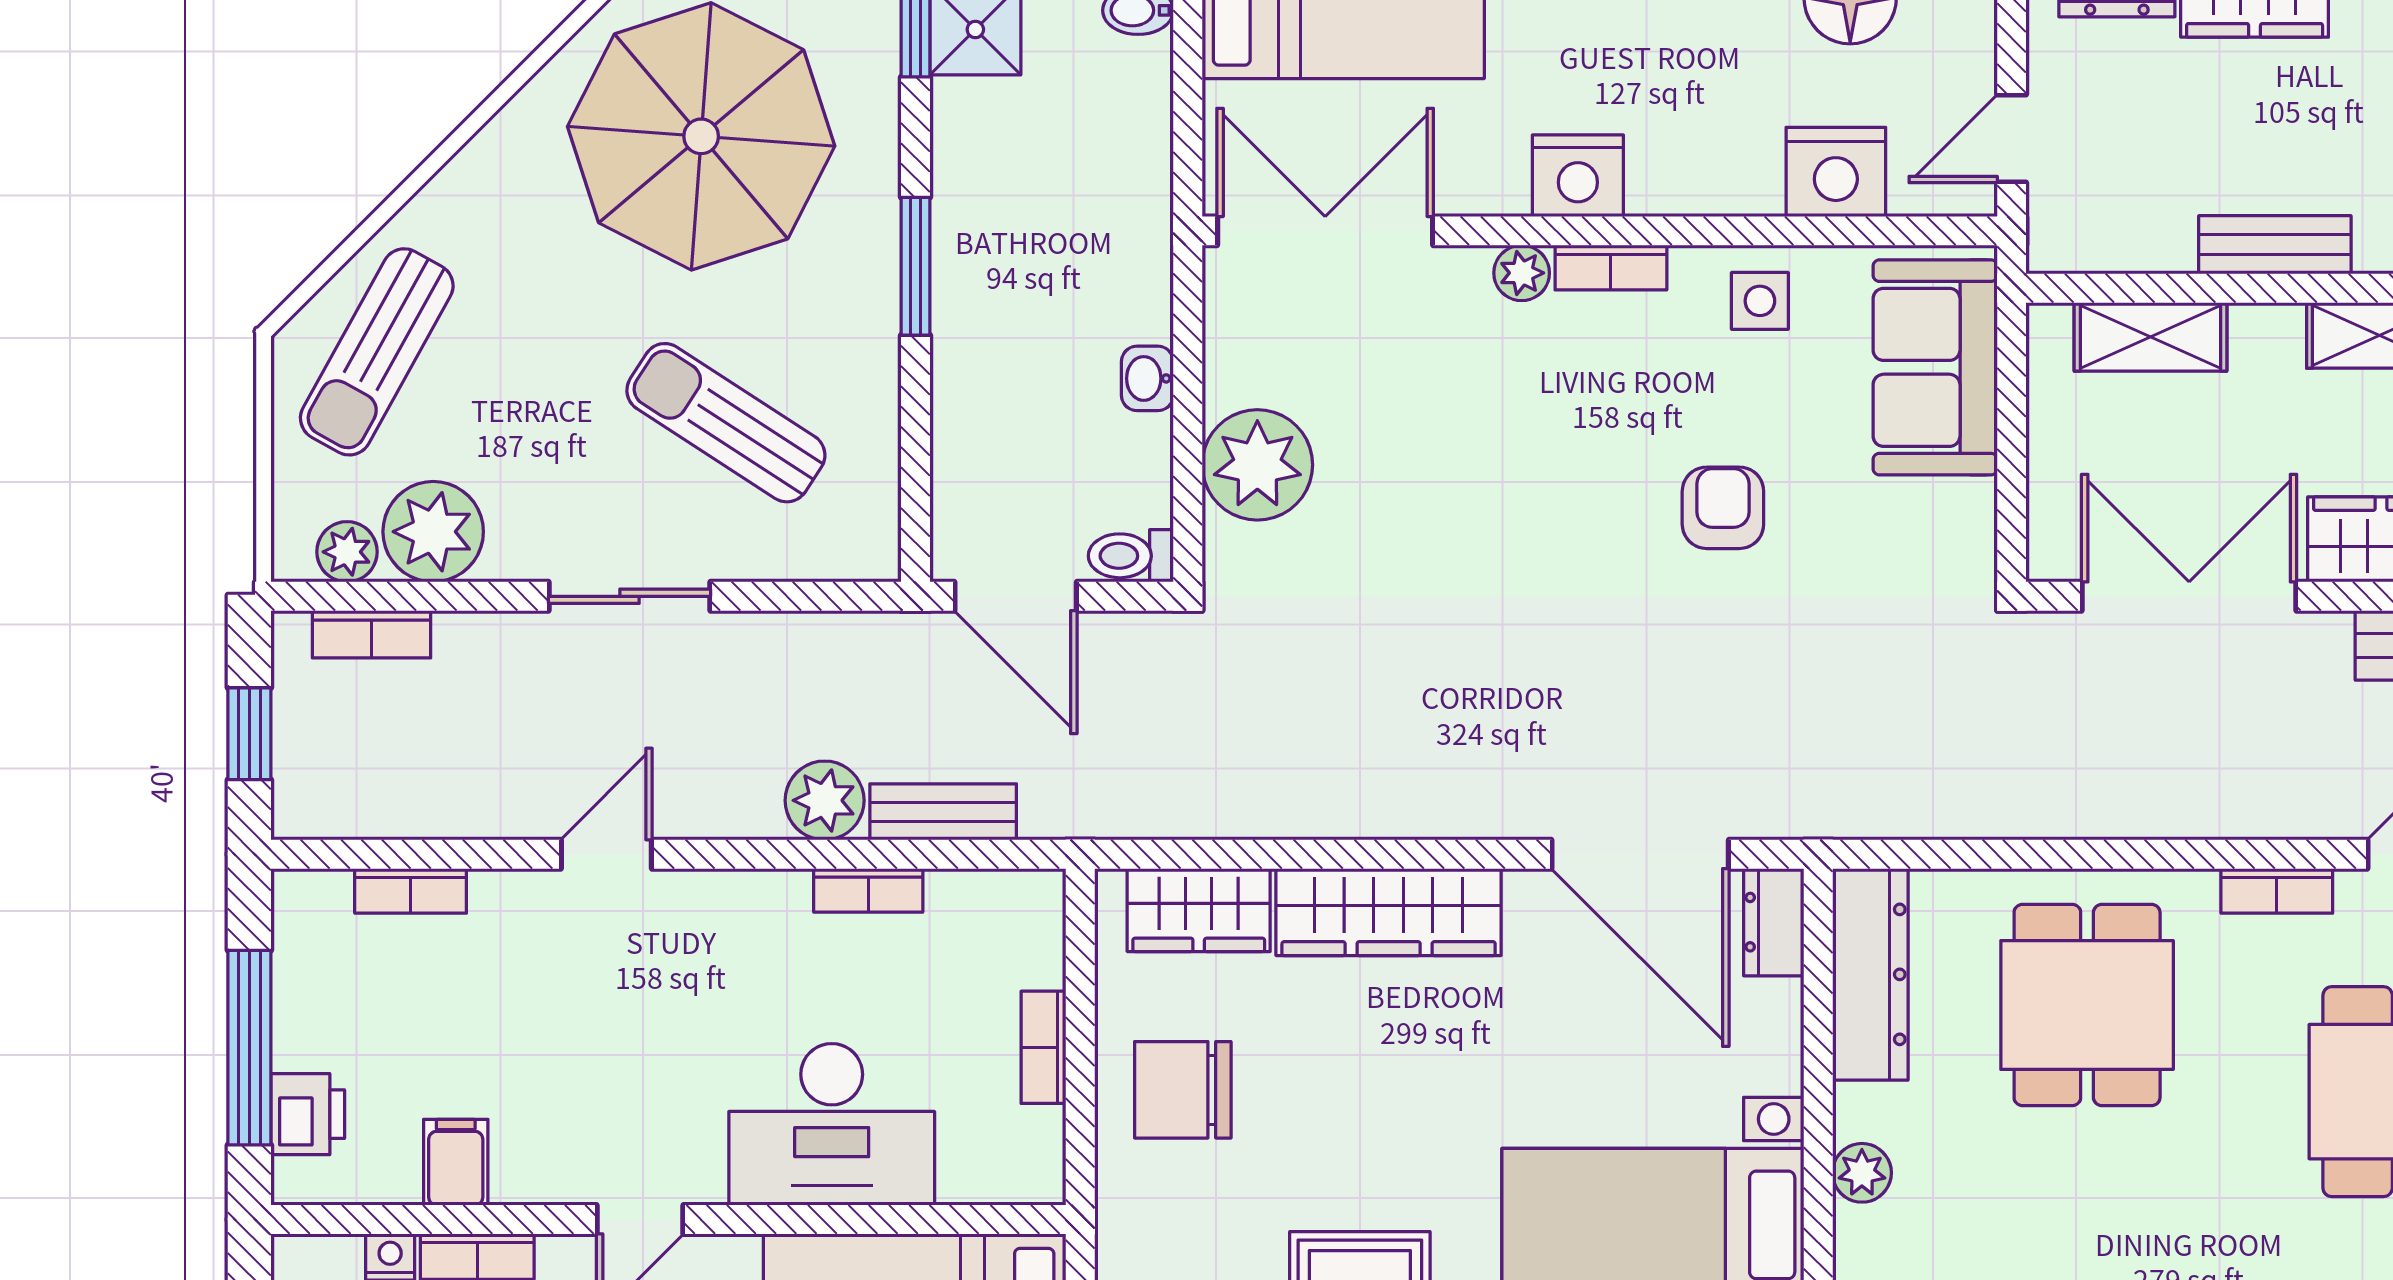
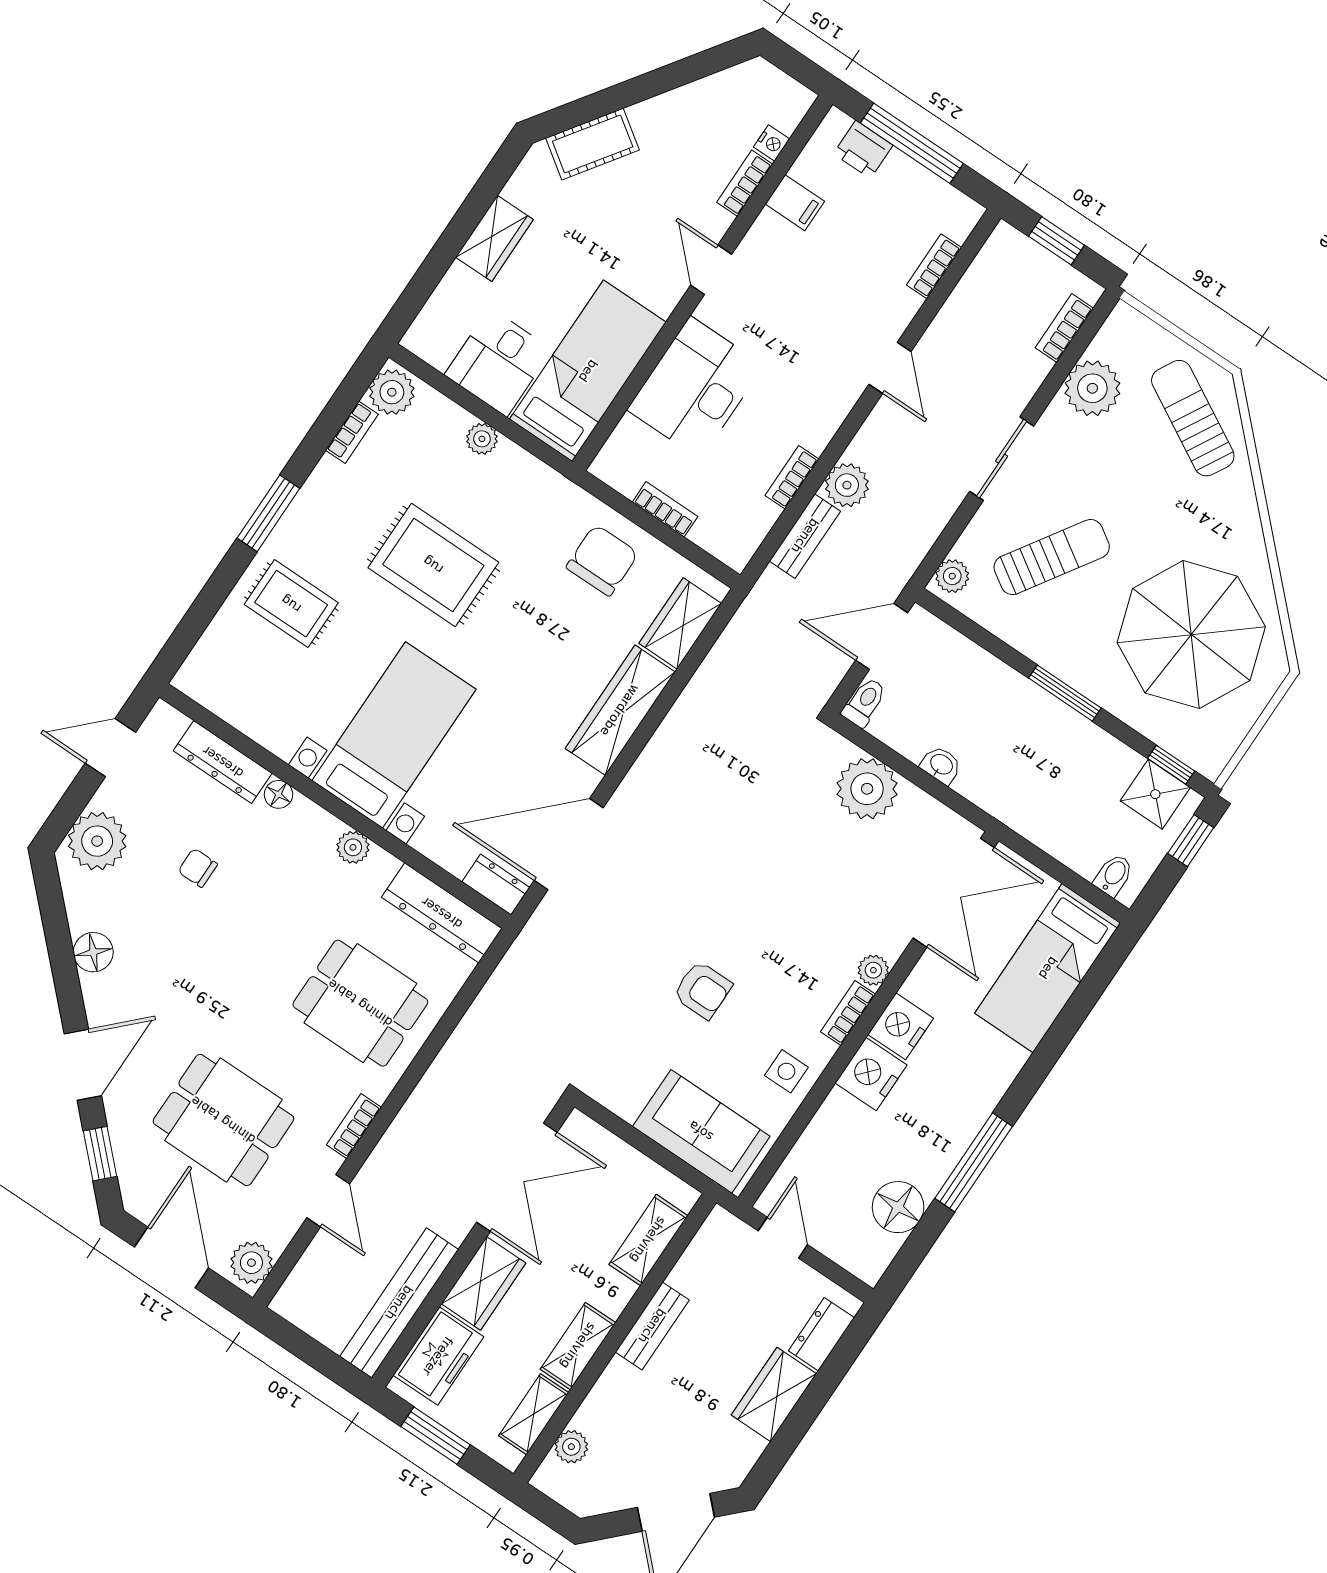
nightstand: (1836, 172) -> (871, 1074), moved
plant: (347, 552) -> (952, 576), moved

